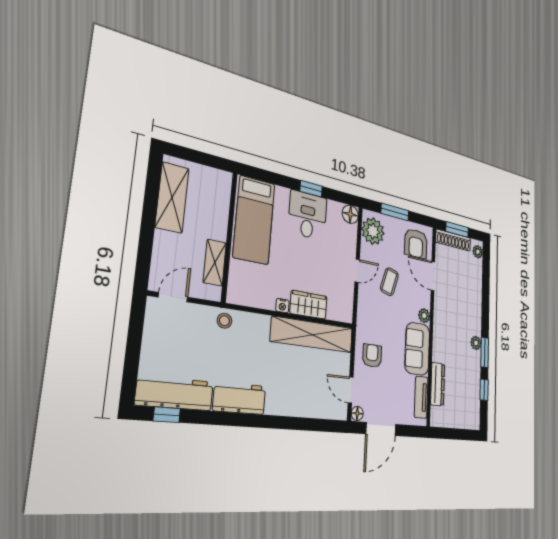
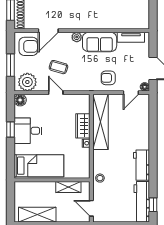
dresser: (438, 384) -> (121, 24), removed

